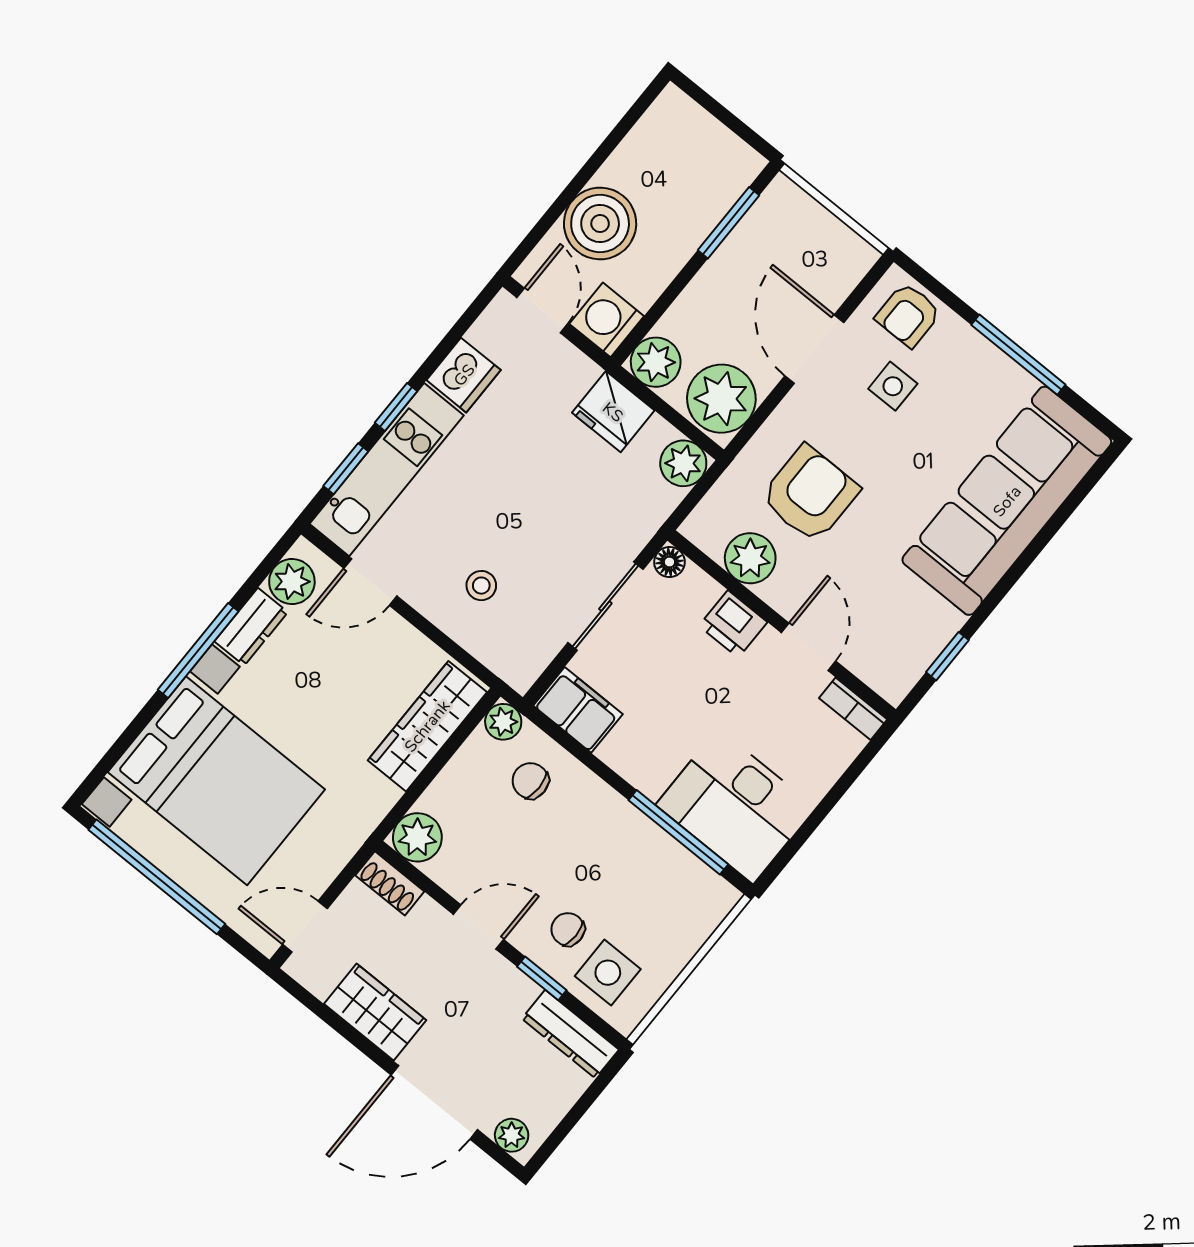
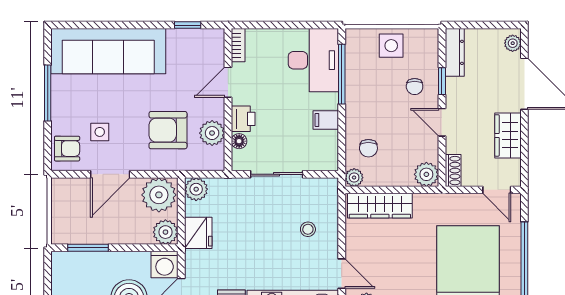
floor lamp: (669, 562) -> (239, 141), moved
filing cabinet: (578, 710) -> (326, 120), moved, width x0.50
side table: (608, 973) -> (391, 46), moved

